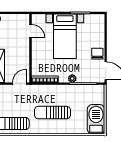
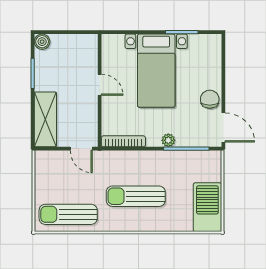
door: (31, 31) -> (100, 85), moved
door: (19, 84) -> (81, 149), swing flipped

